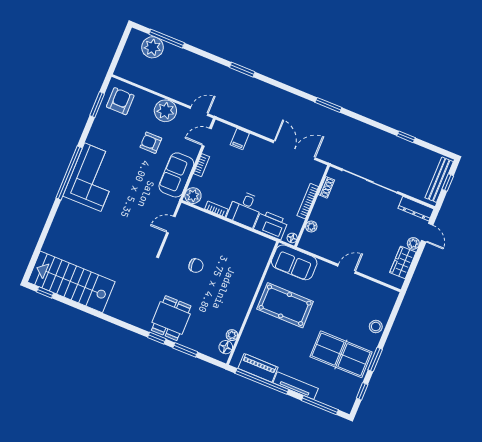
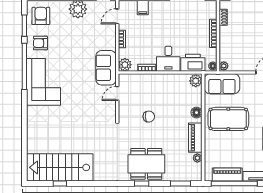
armchair: (151, 143) -> (40, 43), moved
window: (69, 173) -> (24, 66), moved
sofa: (176, 175) -> (106, 68), moved
plant: (311, 226) -> (224, 66), moved
plant: (266, 247) -> (196, 81), added
window: (45, 292) -> (60, 184), moved
piano: (239, 311) -> (195, 138), added
dining table: (171, 318) -> (146, 164), width x1.38
floor lamp: (226, 347) -> (196, 113), moved
window: (185, 350) -> (181, 184), moved

